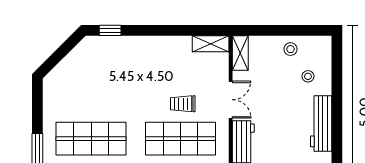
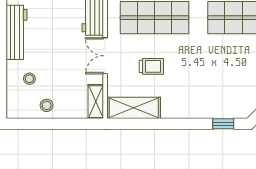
shelving: (211, 44) -> (134, 108), width x1.50, depth x1.33
trolley: (183, 104) -> (151, 66), moved

